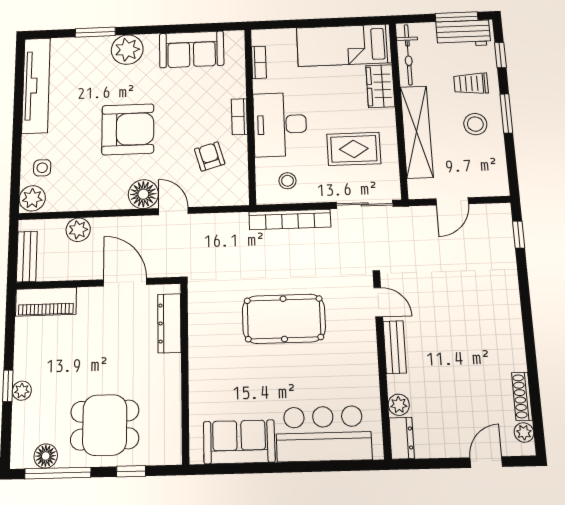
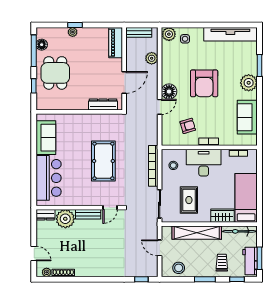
stool: (475, 124) -> (179, 268), moved
plant: (399, 405) -> (65, 219), width x1.88, depth x1.88

